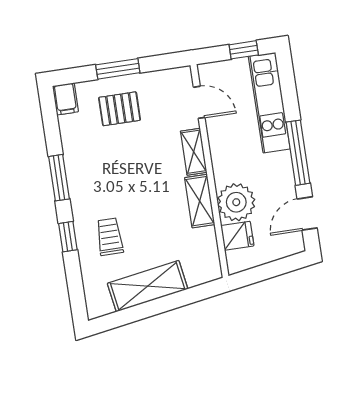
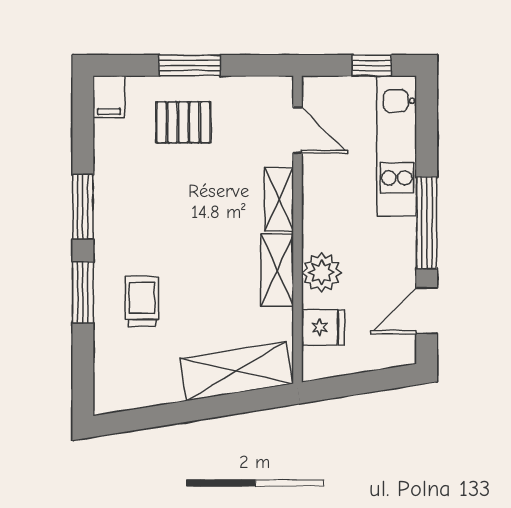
plant: (236, 202) -> (321, 272), width x0.73, depth x0.73
window: (68, 237) -> (83, 292), width x1.50
shelving: (148, 286) -> (236, 371), moved

